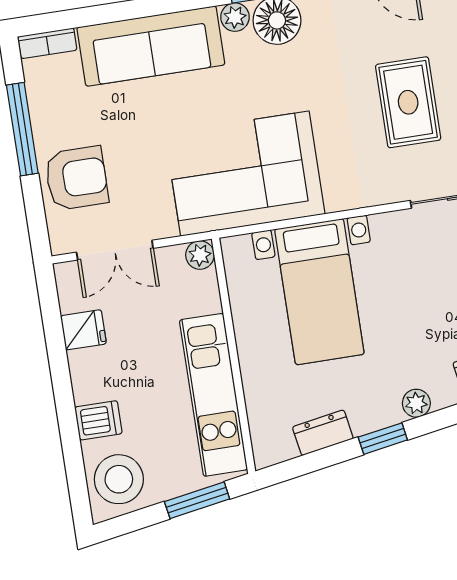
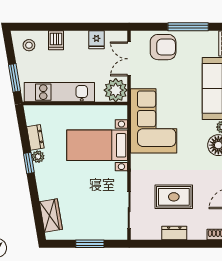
armchair: (77, 178) -> (163, 47), turned -90
plant: (200, 255) -> (116, 90), width x1.87, depth x1.87
plant: (416, 403) -> (38, 157), moved
stool: (119, 479) -> (29, 45), width x0.53, depth x0.53

